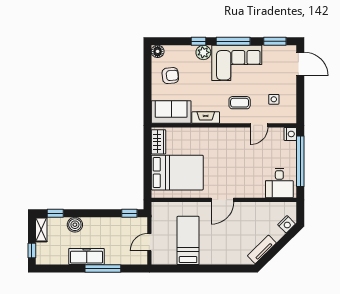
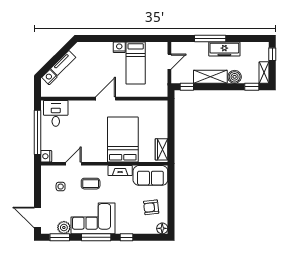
plant: (203, 52) -> (64, 227), moved
bed: (177, 173) -> (123, 139), moved, turned 90
shelving: (103, 225) -> (210, 77), added
tv unit: (262, 249) -> (63, 63), moved
nightstand: (207, 258) -> (119, 47), added

